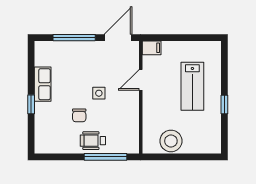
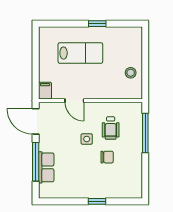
row of seats: (43, 84) -> (46, 167), moved, turned 90
wheelchair: (93, 141) -> (111, 128), moved
stool: (171, 141) -> (131, 73), width x0.53, depth x0.53

